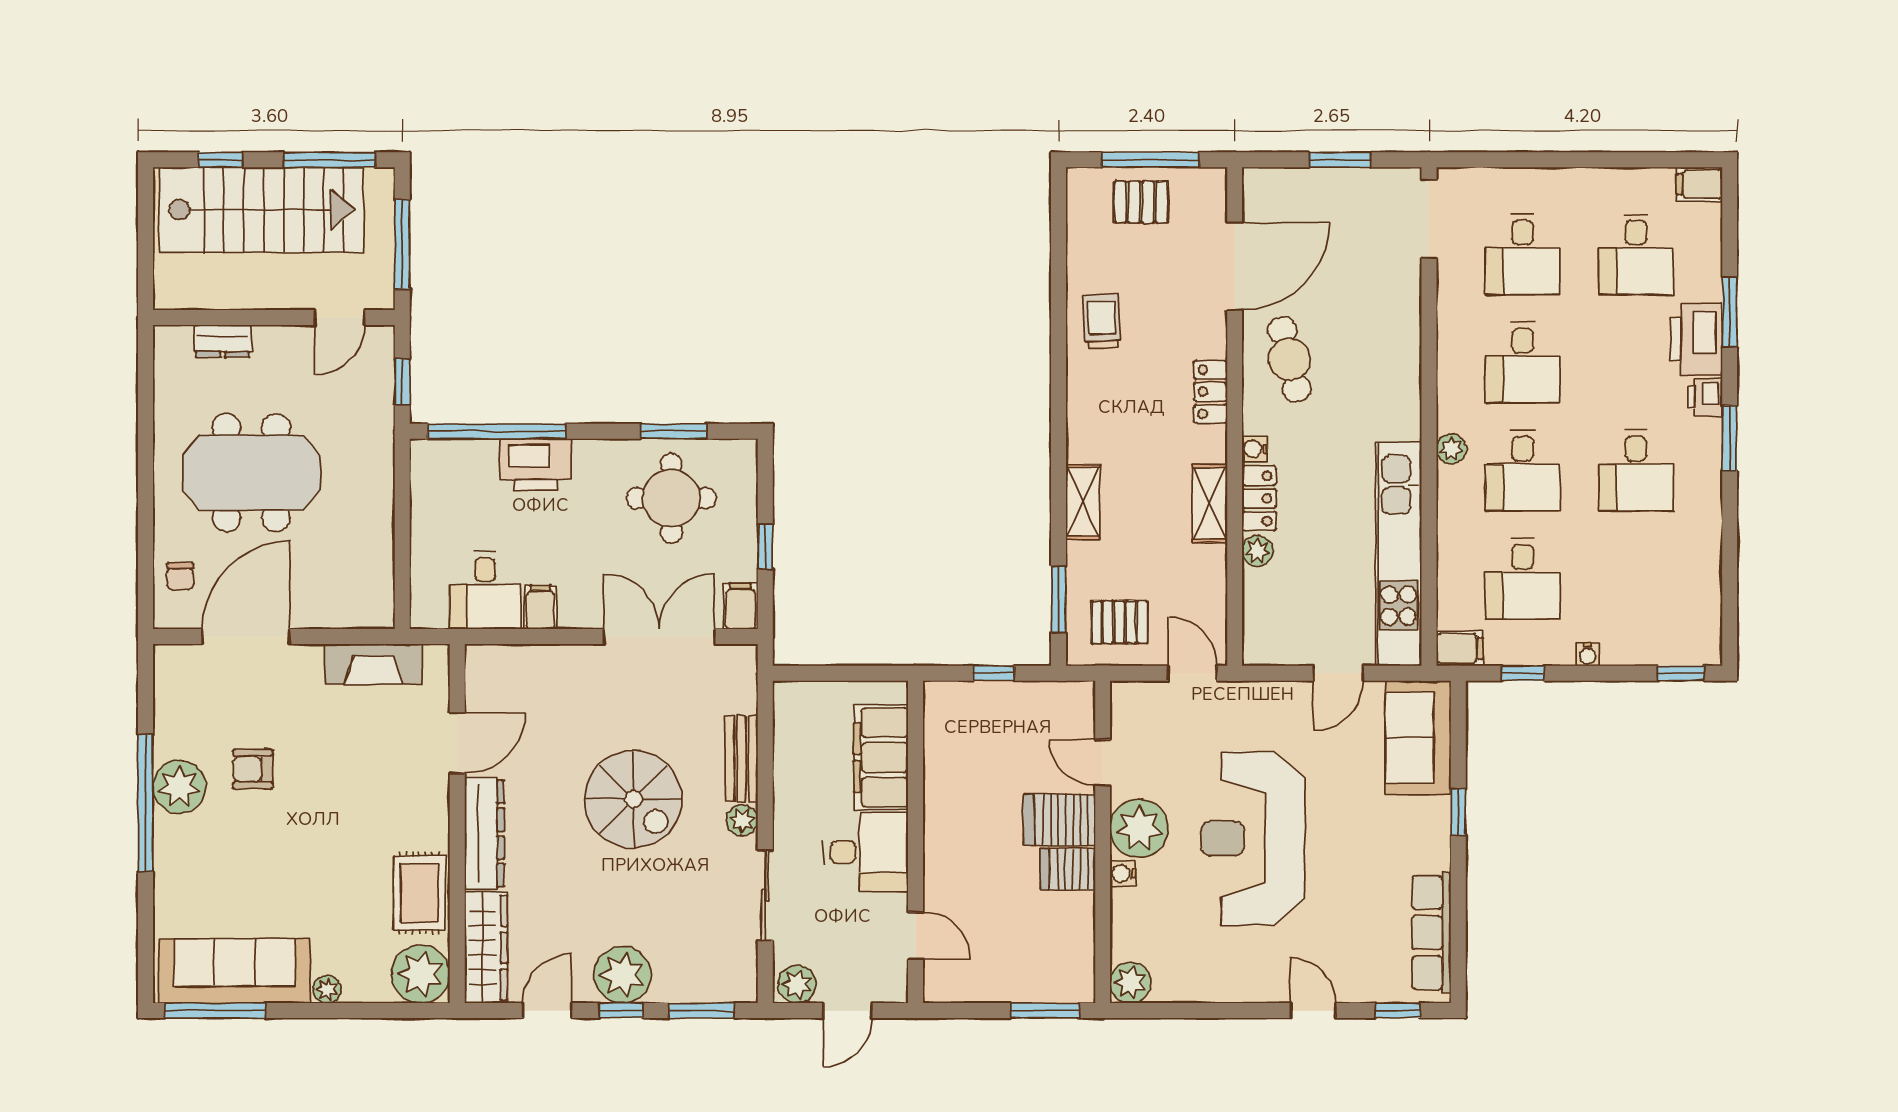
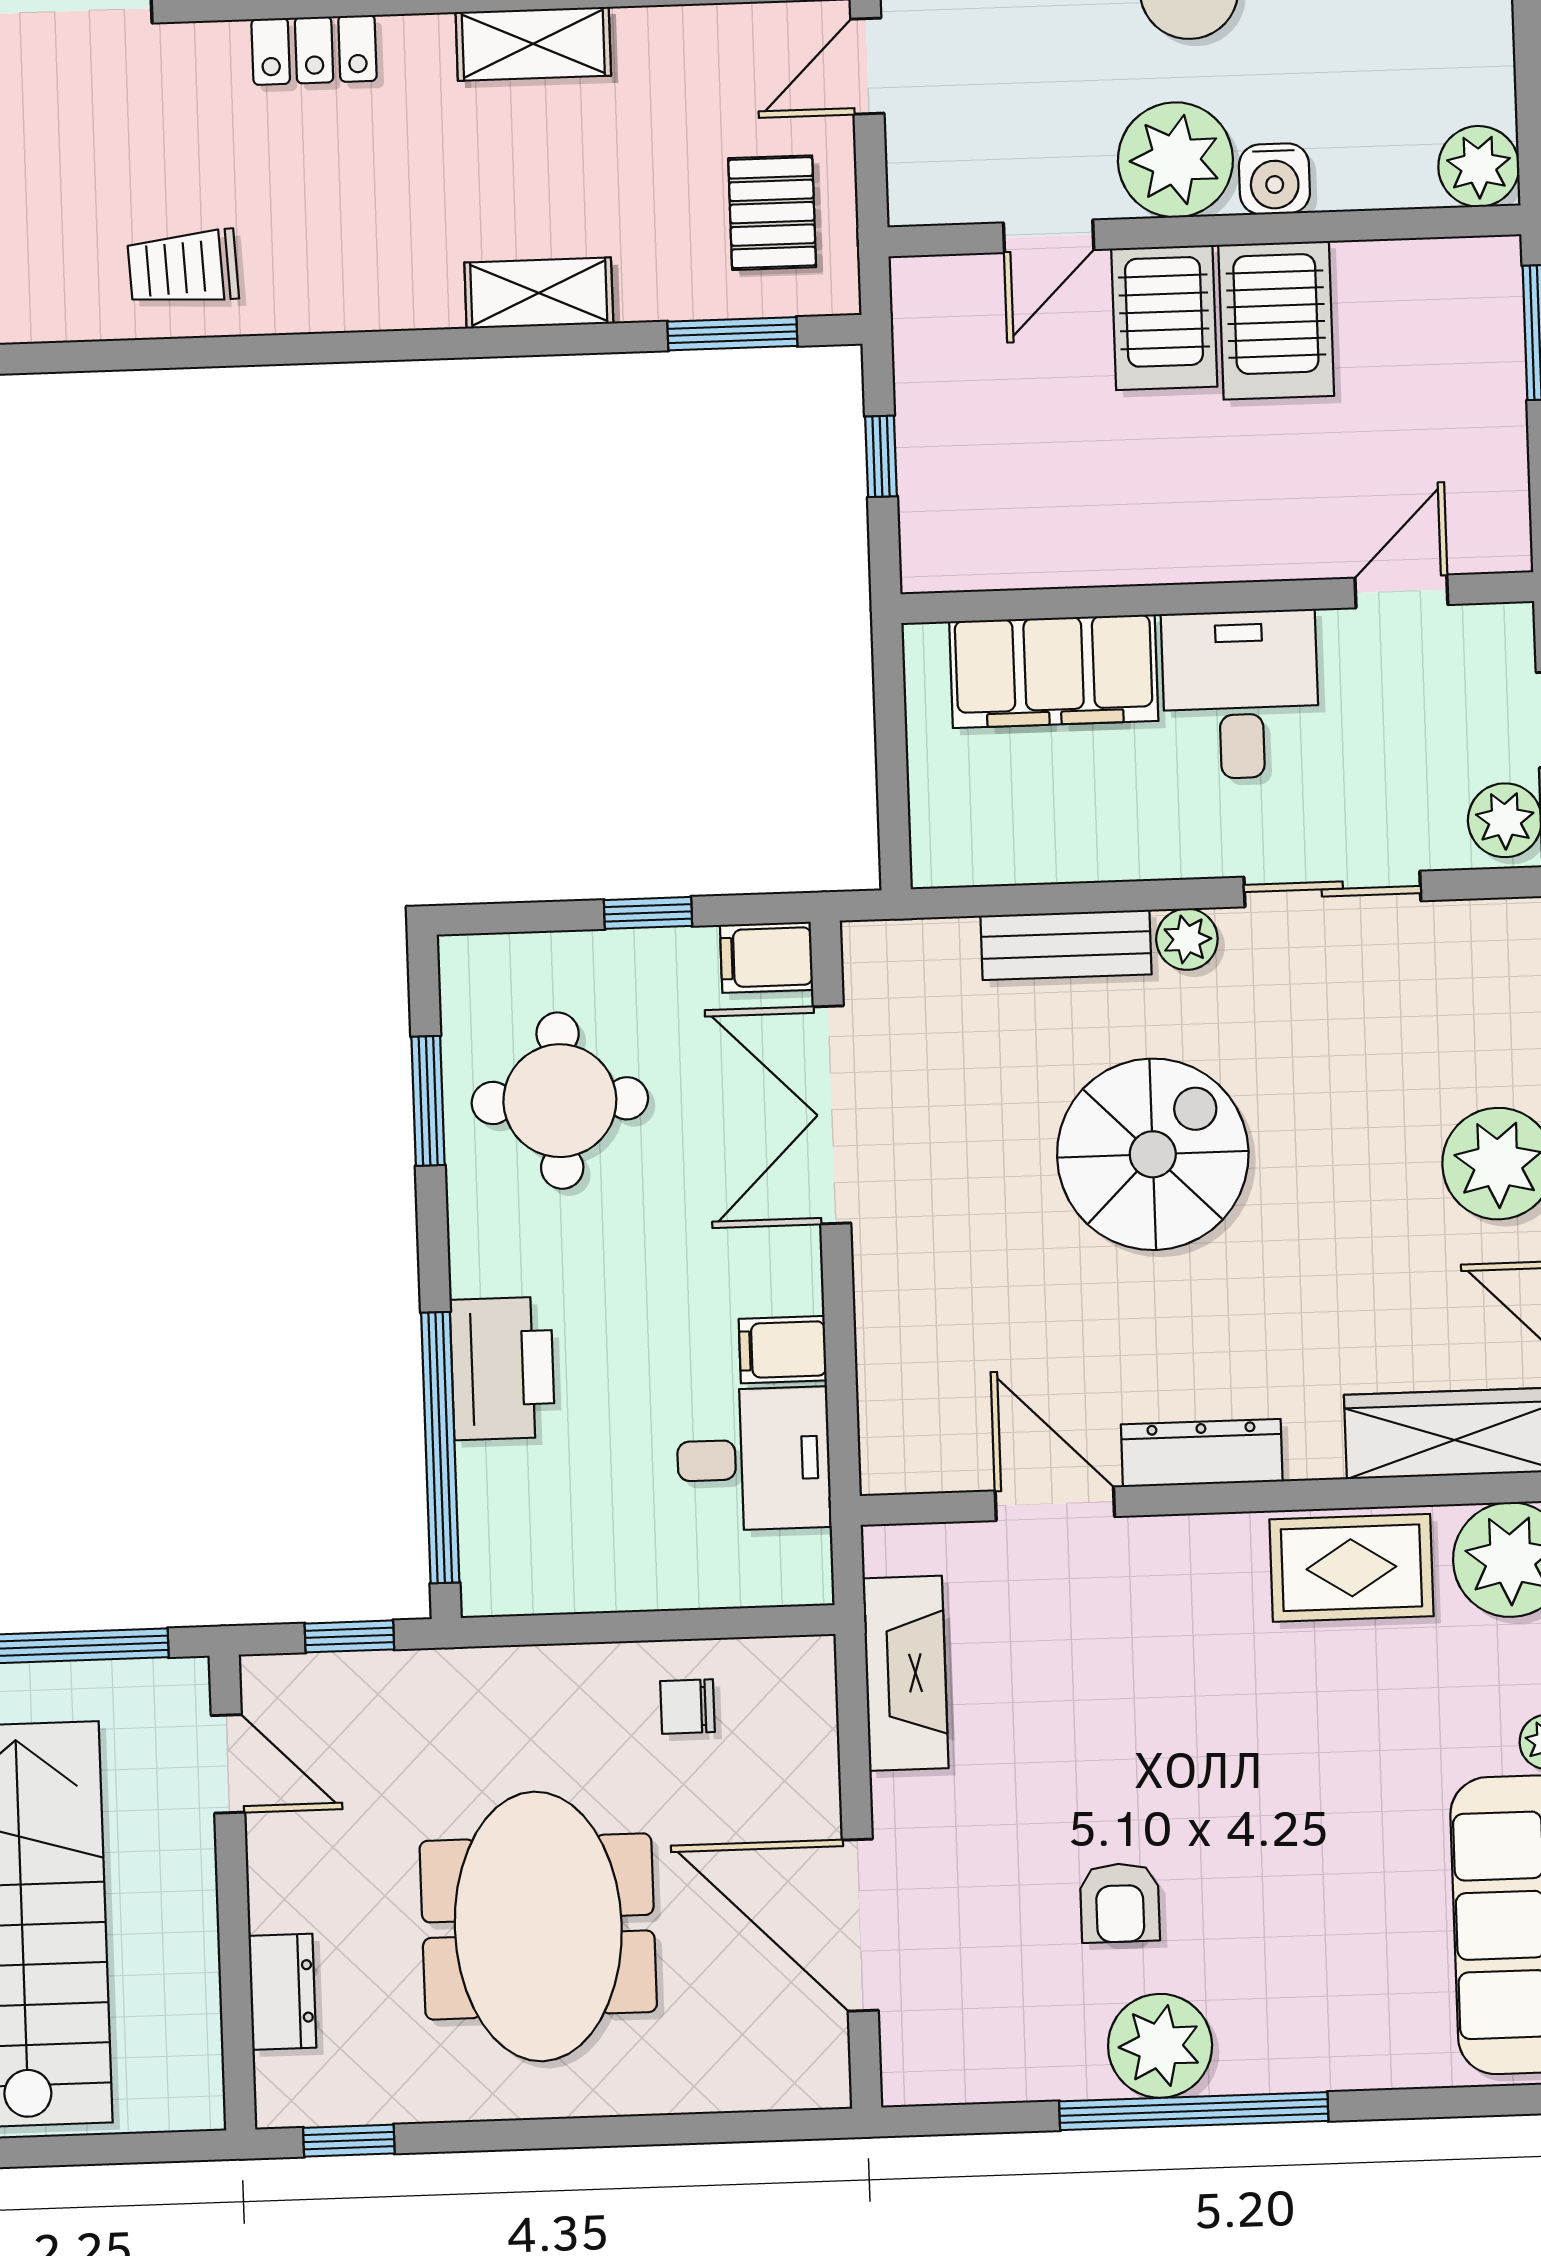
window: (146, 372) -> (349, 2141), added
chair: (180, 576) -> (687, 1707), moved, turned 180
dresser: (484, 834) -> (1202, 1453), width x0.73, depth x0.80
server rack: (1068, 869) -> (1276, 320), width x1.36, depth x1.44
water cooler: (1123, 874) -> (1274, 179), width x1.38, depth x1.38

